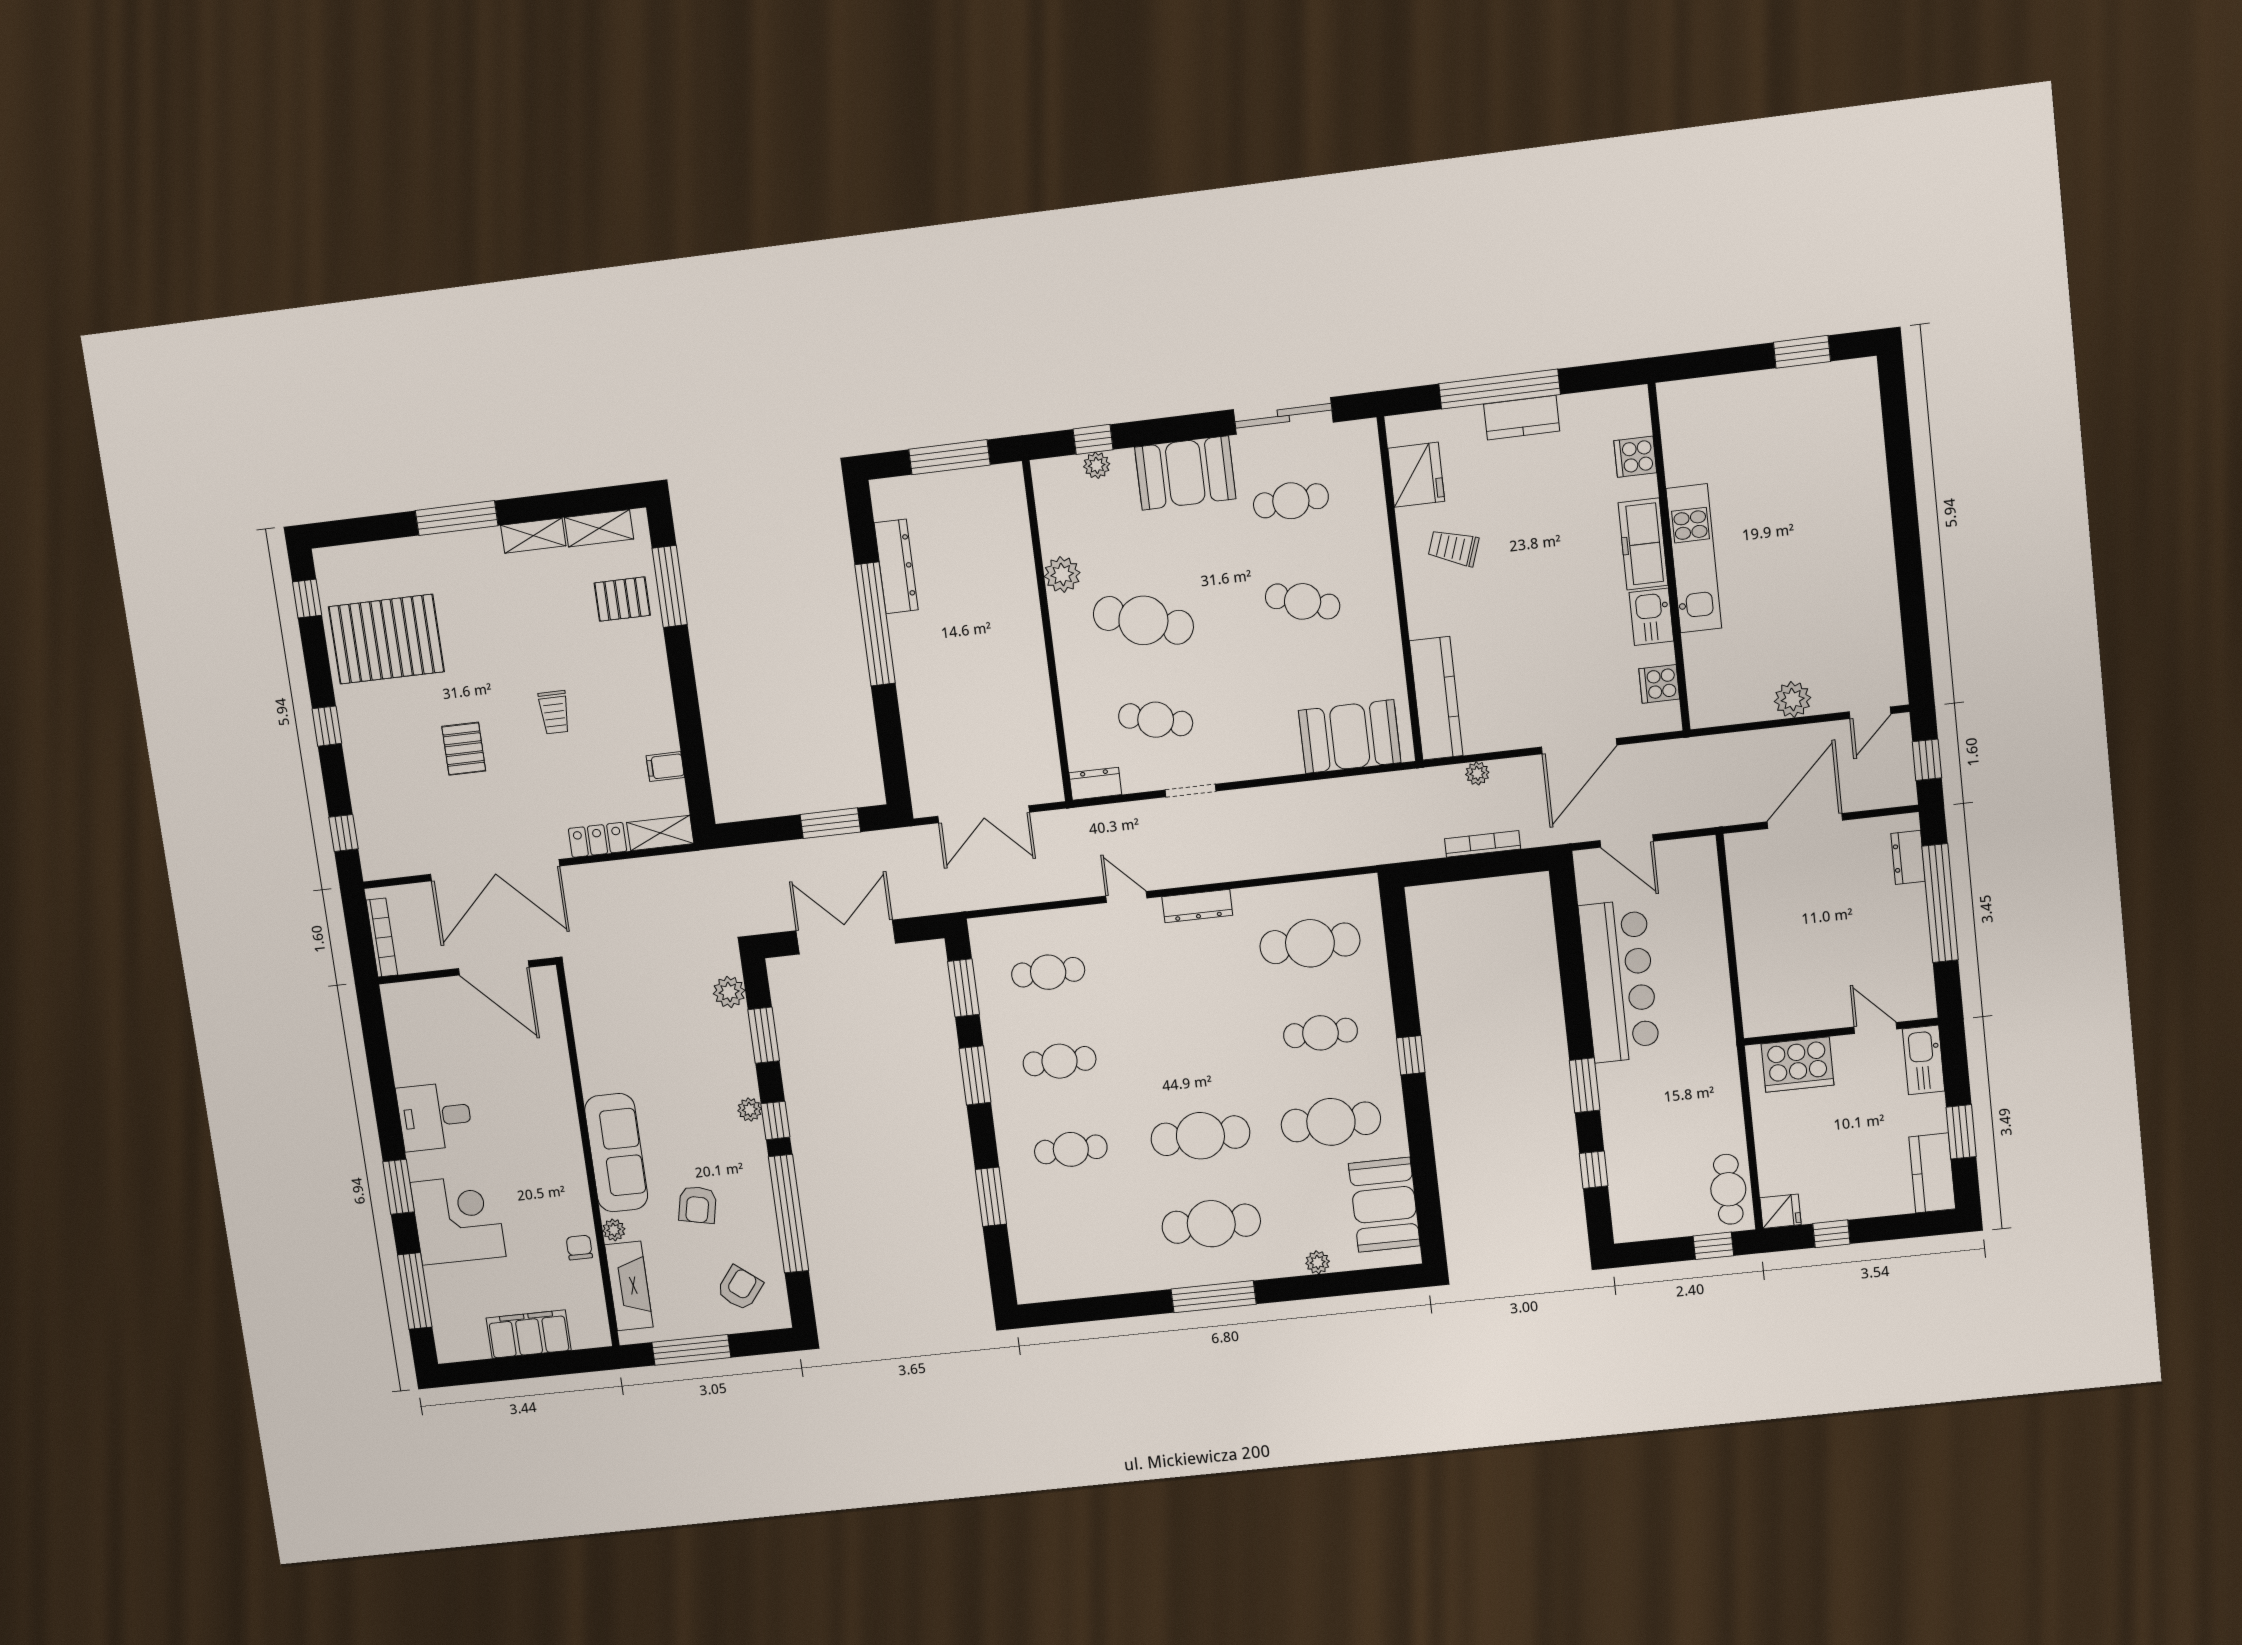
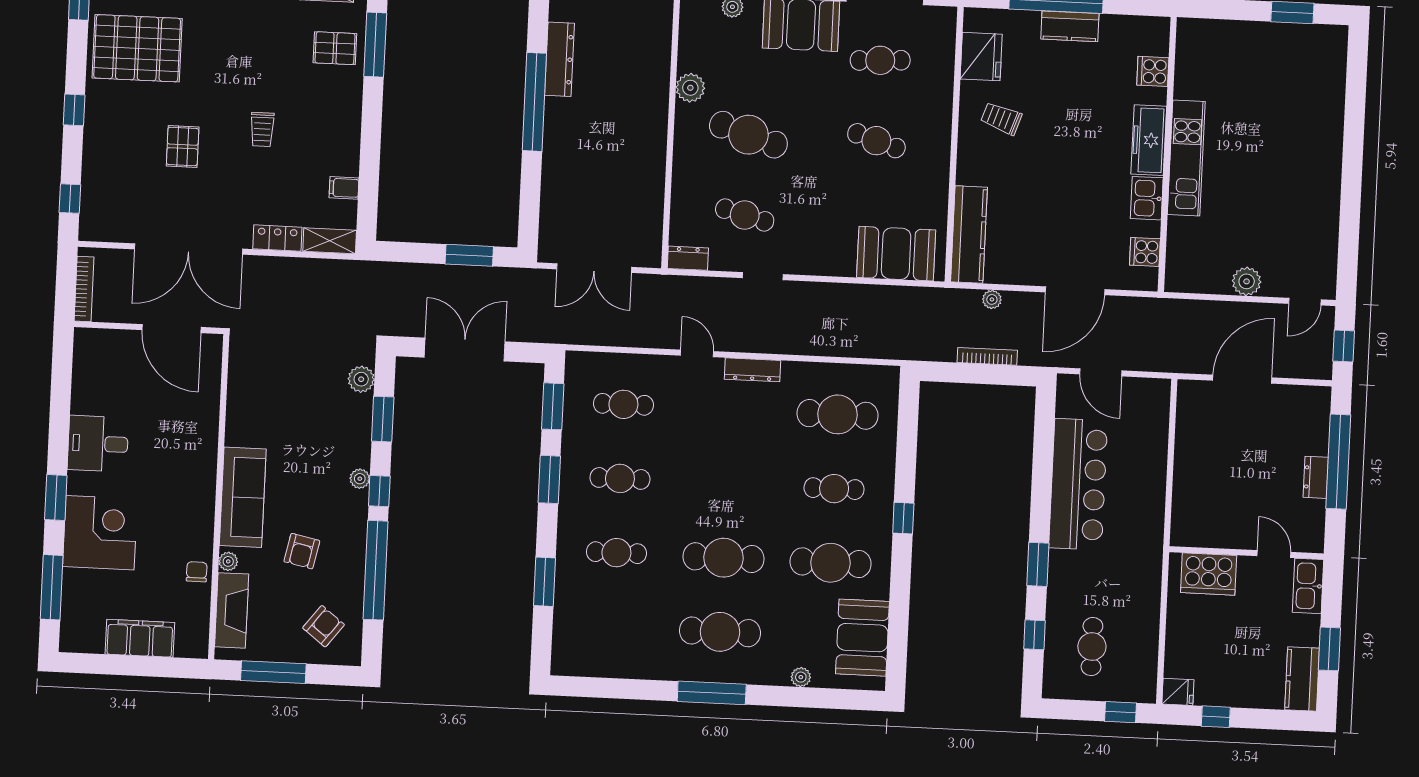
dresser: (1908, 857) -> (1316, 477), moved
cafe table: (1728, 1189) -> (1092, 647), moved

